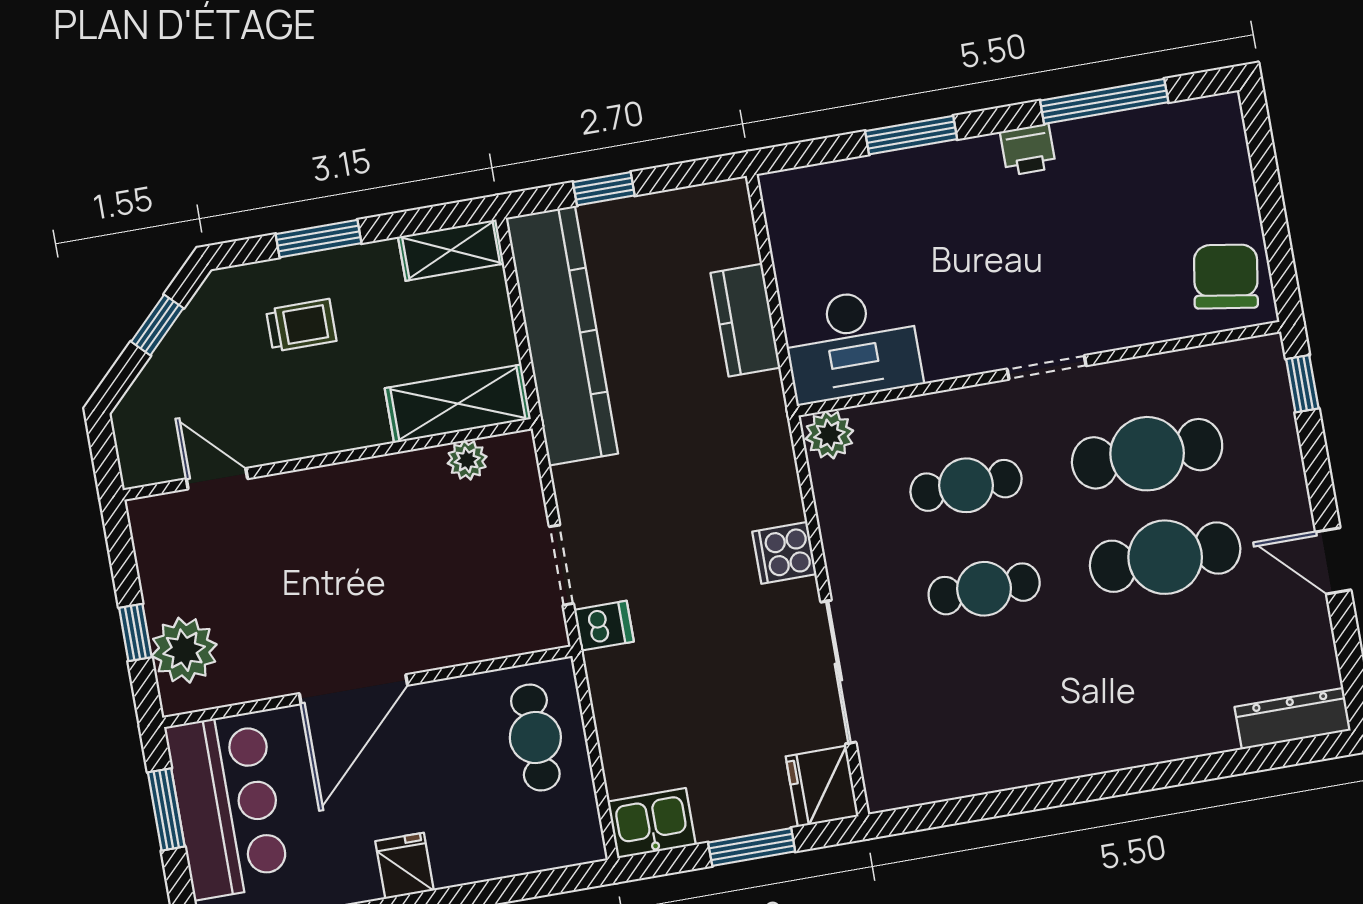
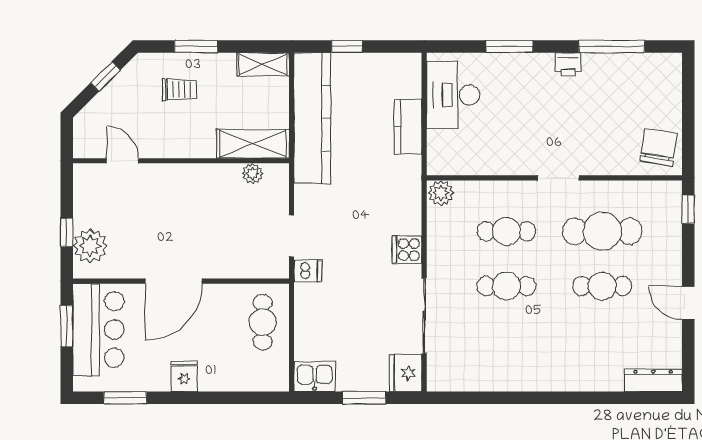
desk: (852, 345) -> (453, 95), moved, turned 90
cafe table: (1165, 557) -> (602, 286), width x0.73, depth x0.74

